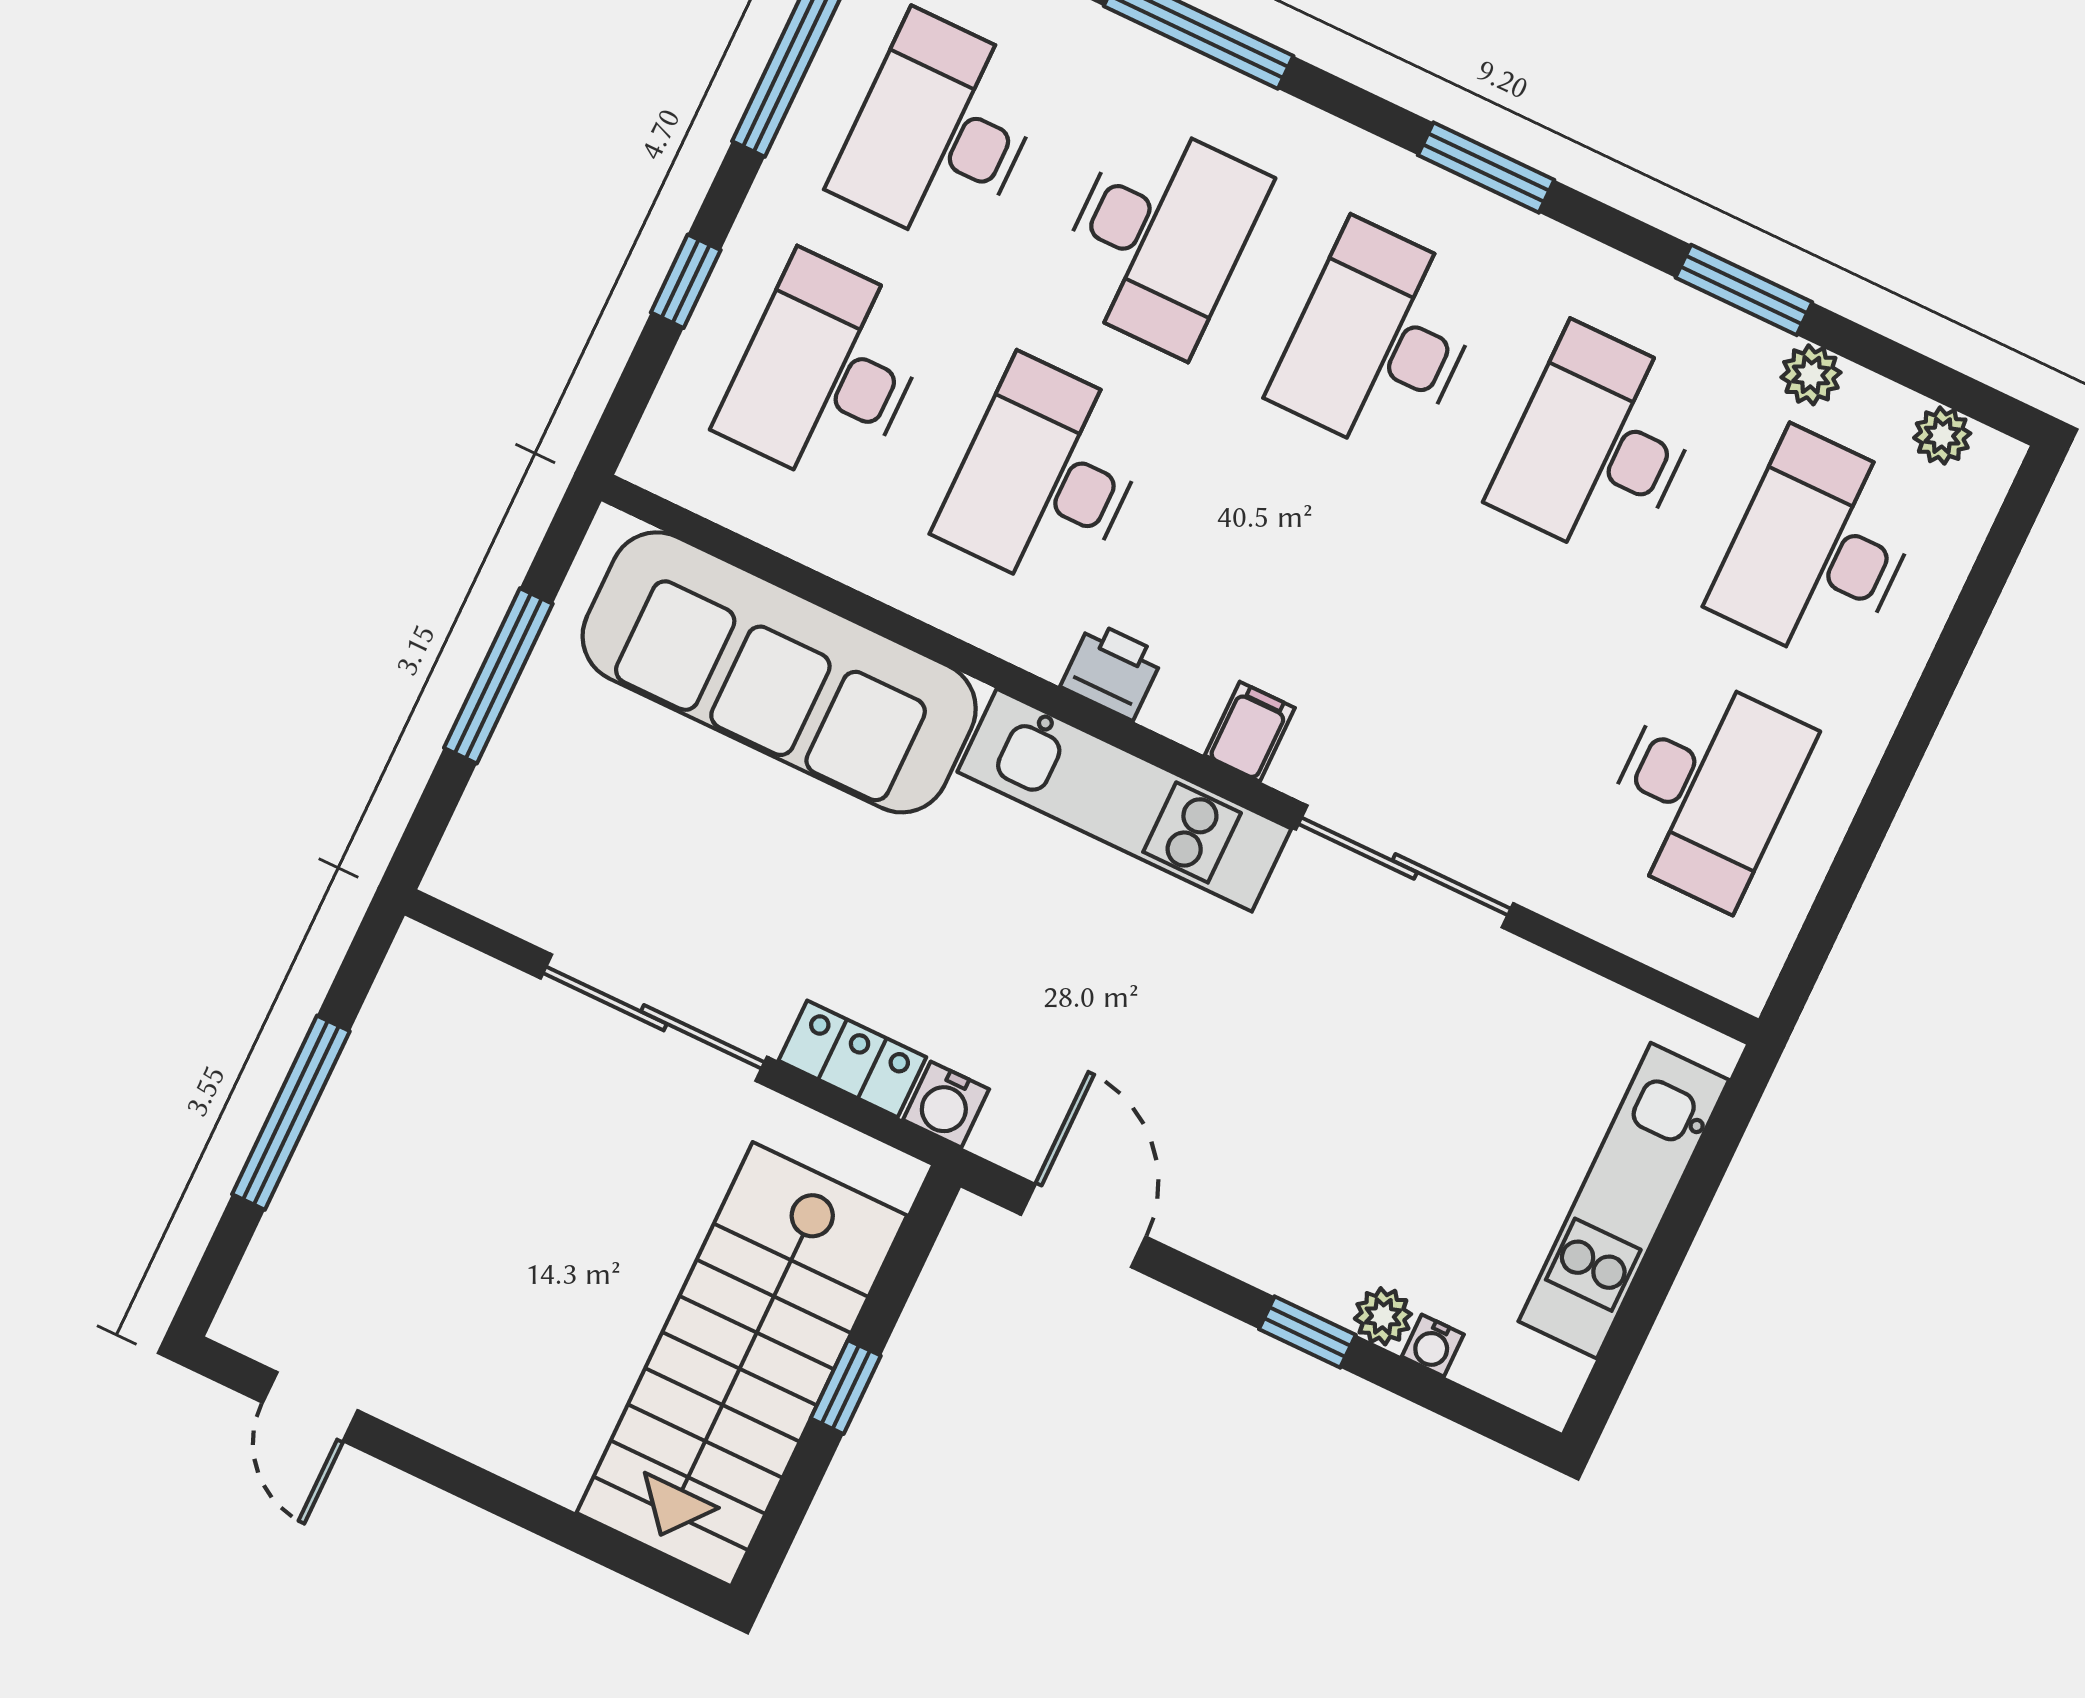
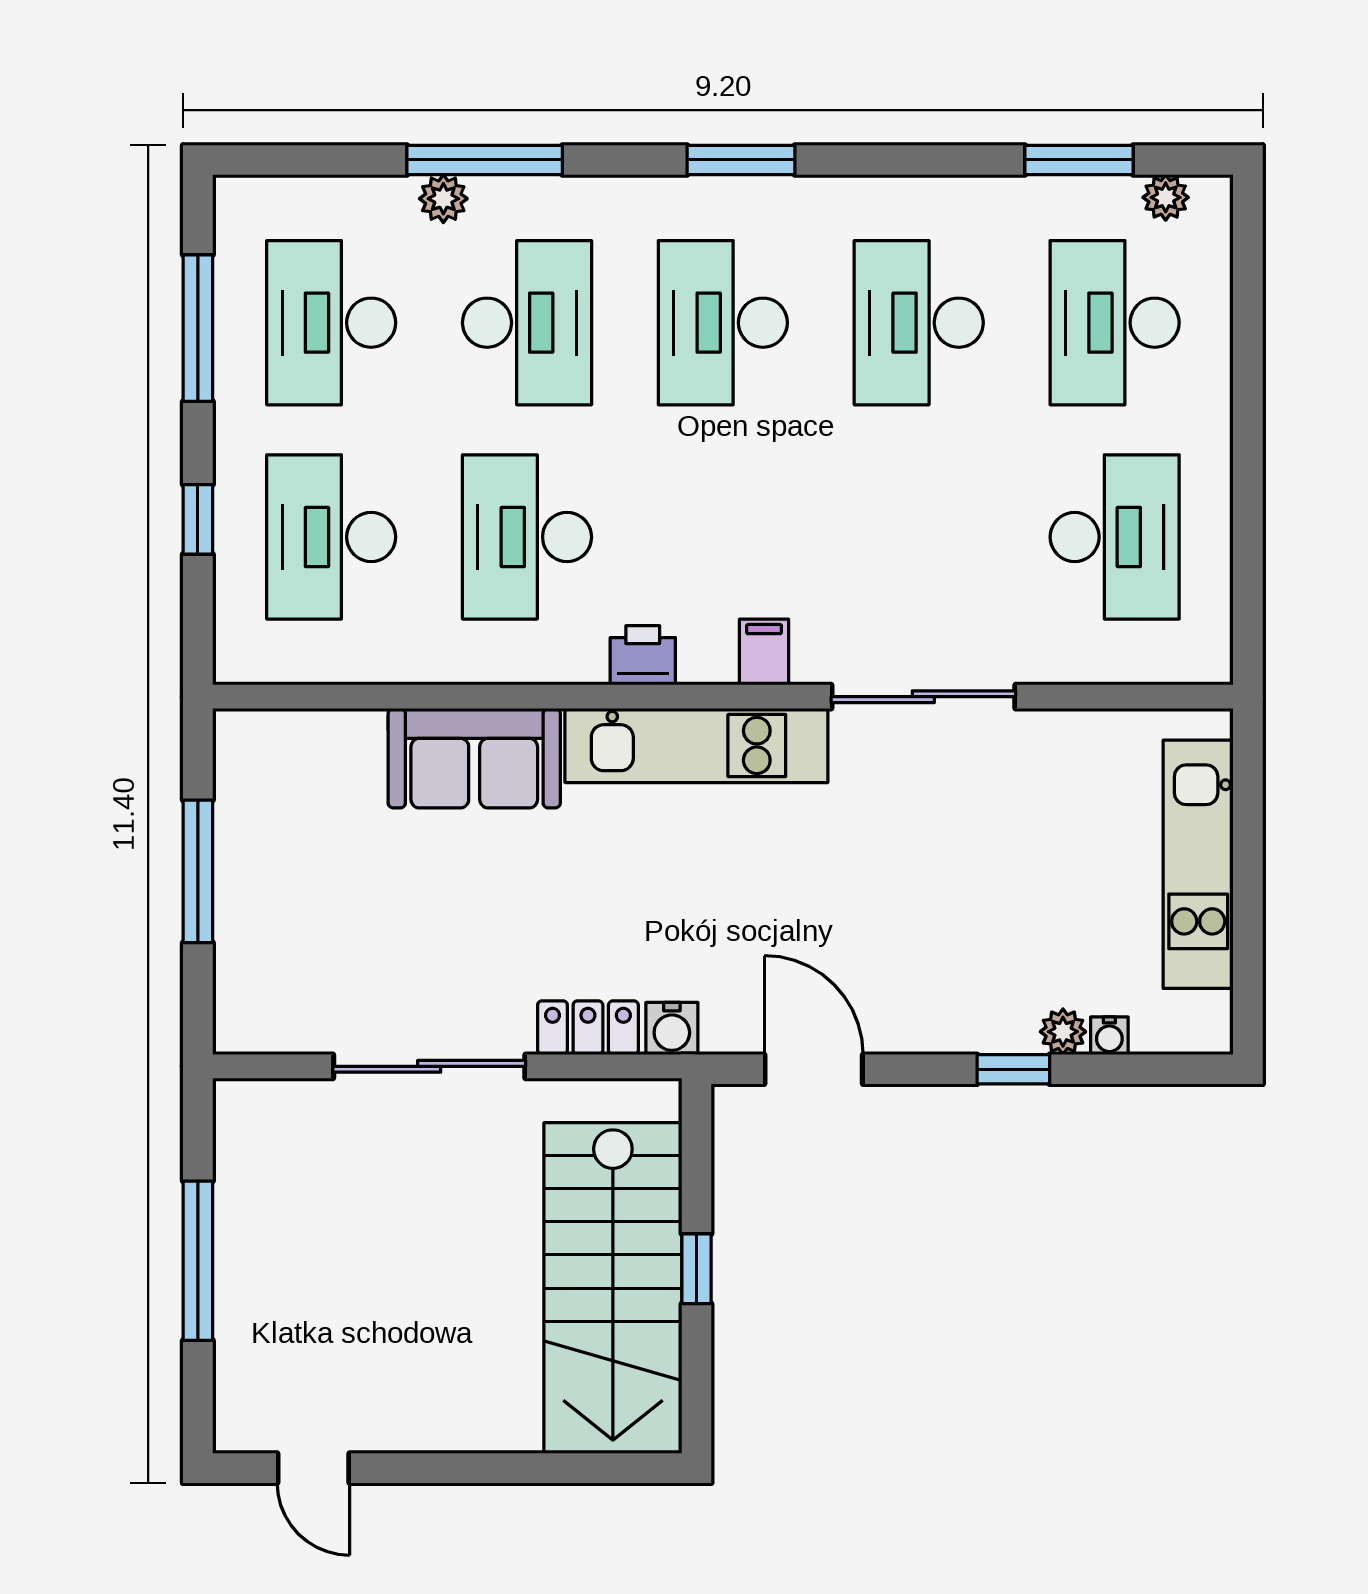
window: (1744, 290) -> (1079, 160), moved
plant: (1811, 375) -> (443, 199), moved
sofa: (779, 672) -> (474, 758), width x0.54, depth x0.79

